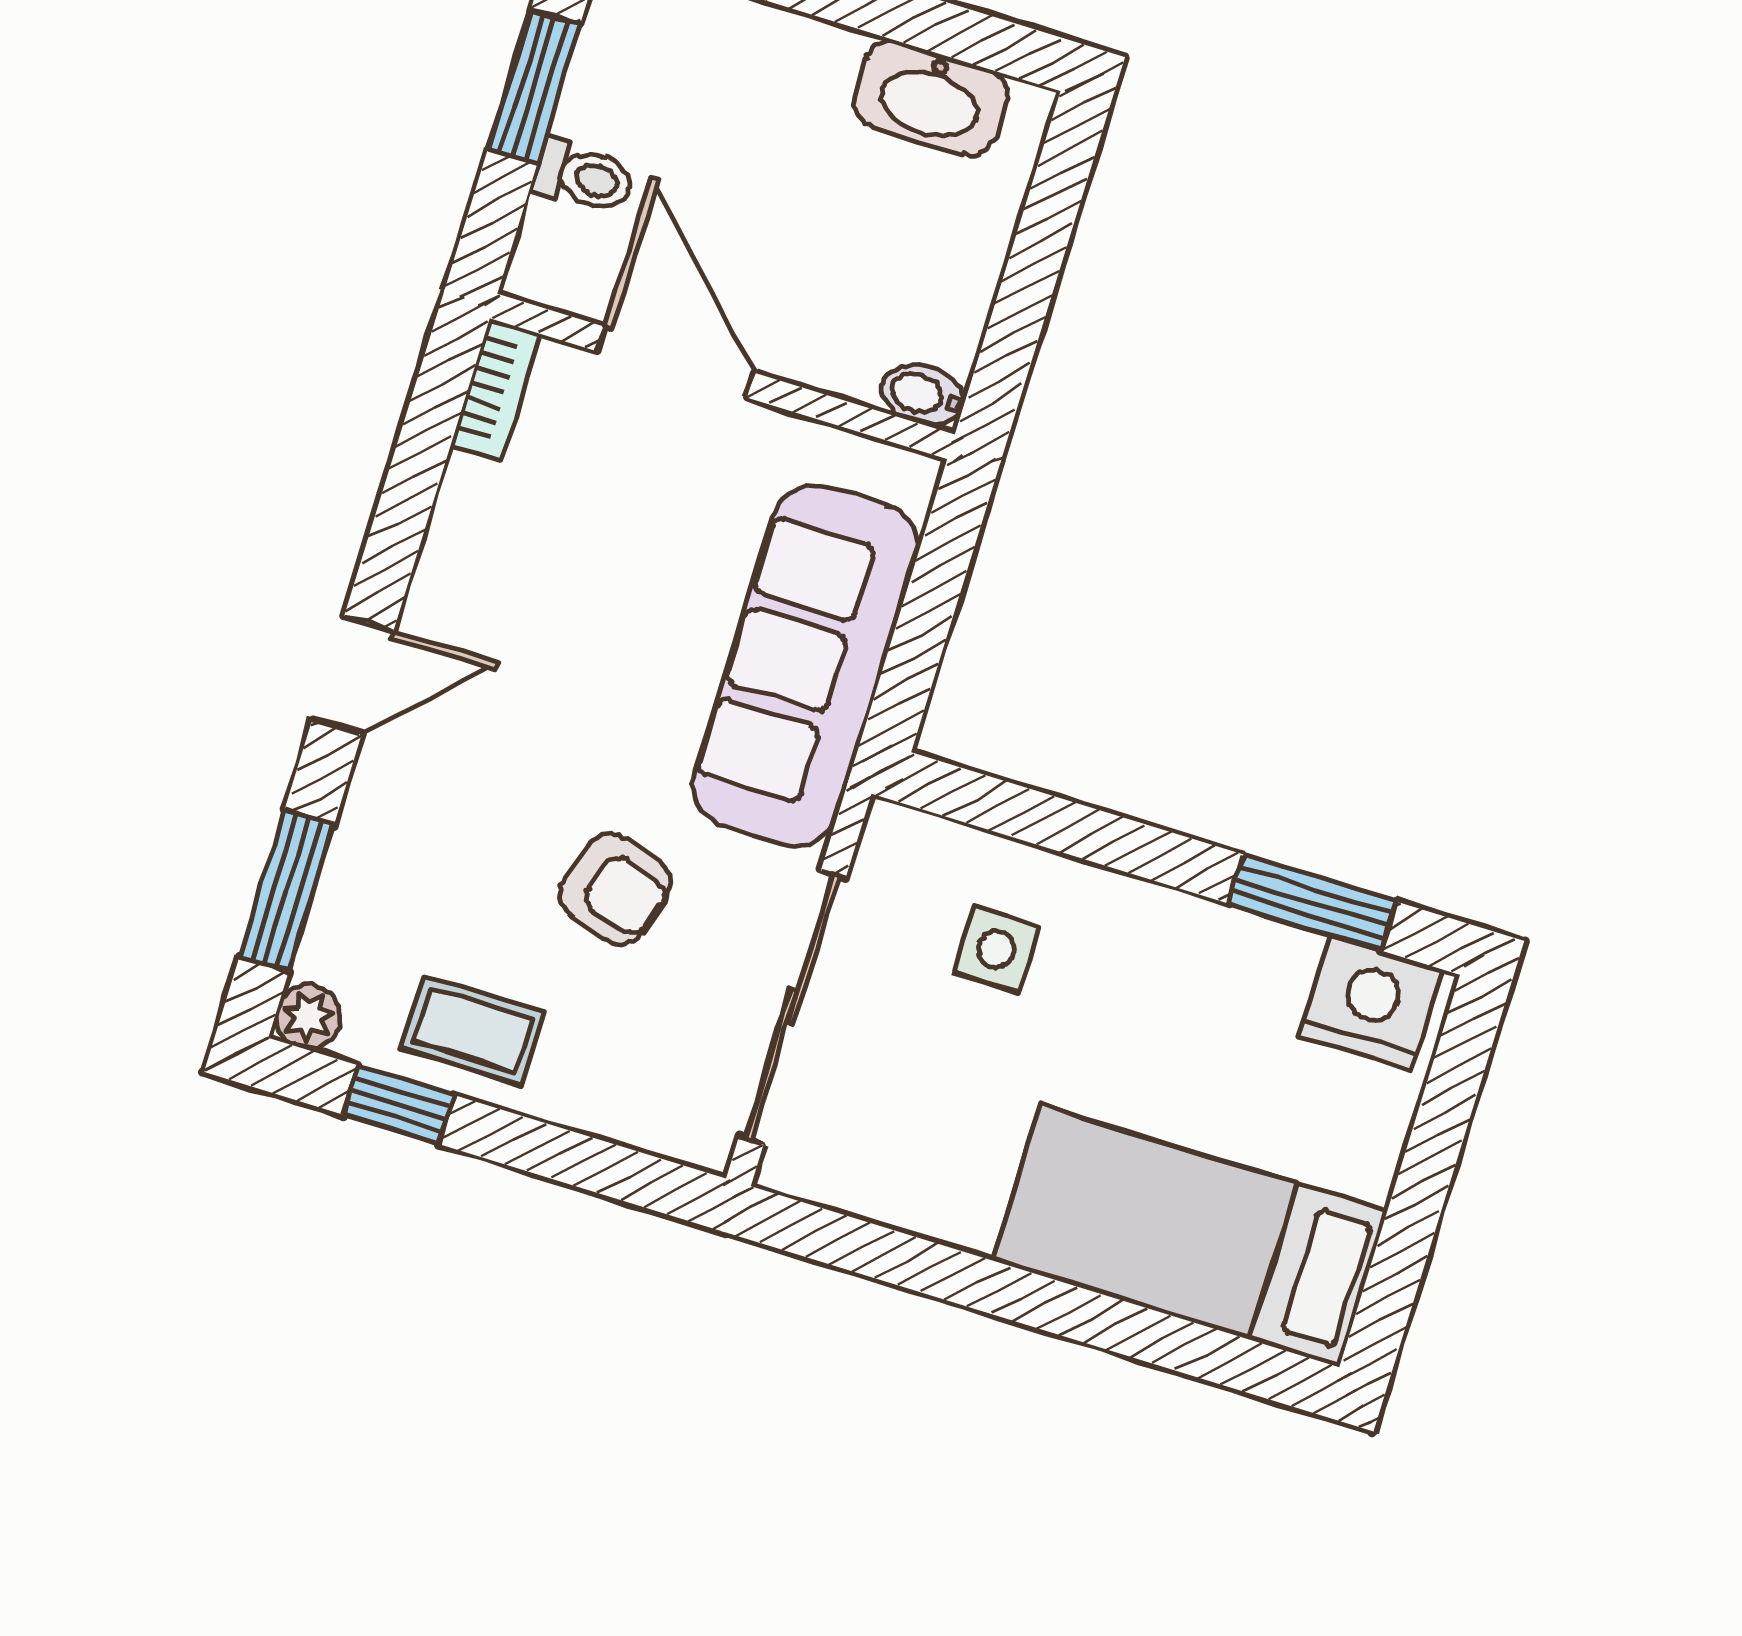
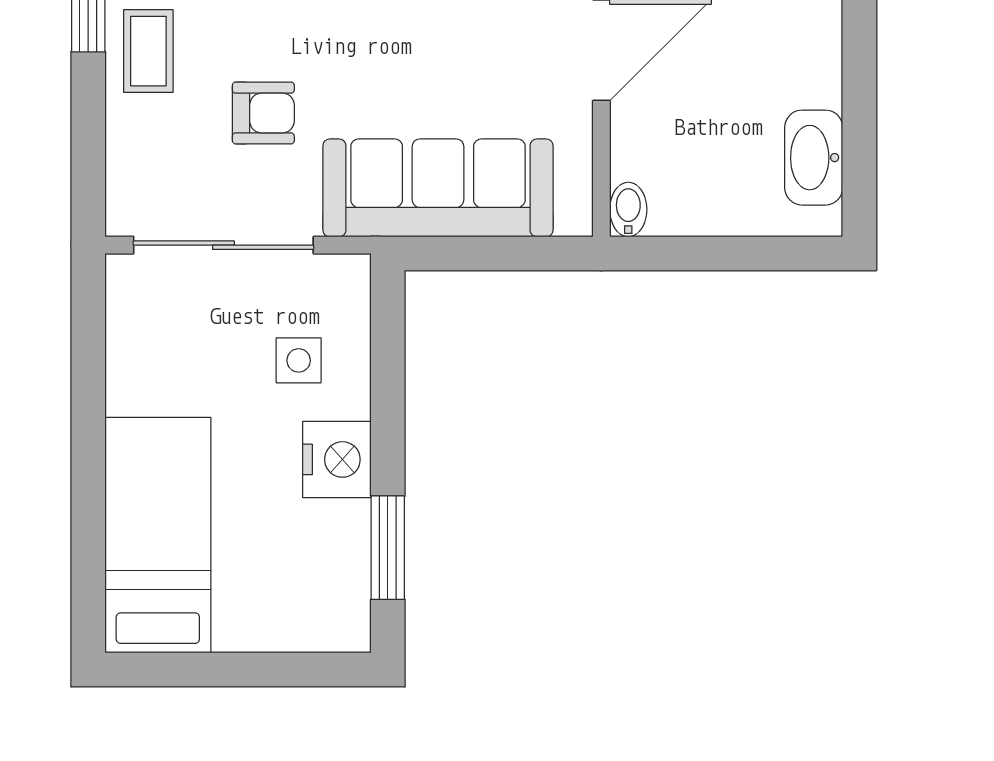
armchair: (616, 889) -> (263, 113), turned -108
nightstand: (1371, 1003) -> (337, 459), moved

